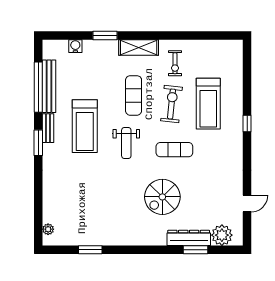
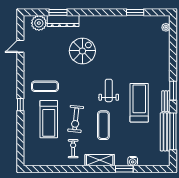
water cooler: (75, 46) -> (133, 161), moved
treadmill: (208, 104) -> (49, 119), turned 180
exercise mat: (174, 150) -> (45, 86), moved

